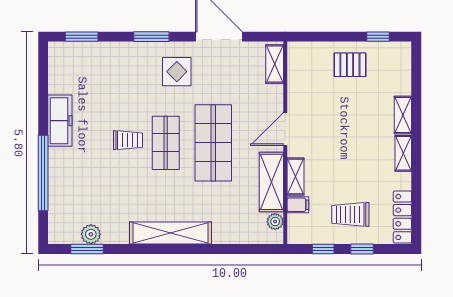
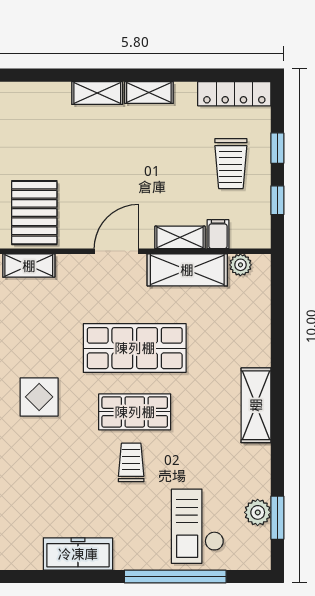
pallet: (350, 65) -> (34, 213), moved, width x1.50, depth x1.42
freezer: (60, 121) -> (78, 554), moved
door: (285, 129) -> (116, 251), swing flipped
checkout: (81, 190) -> (198, 526), added
shelving: (171, 233) -> (256, 405), width x0.68

